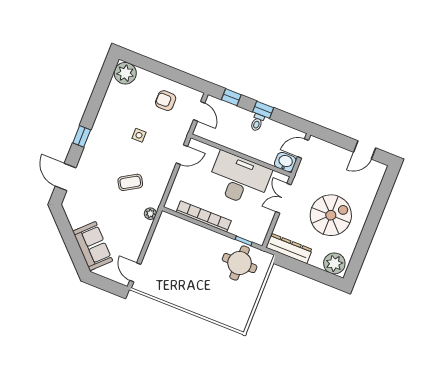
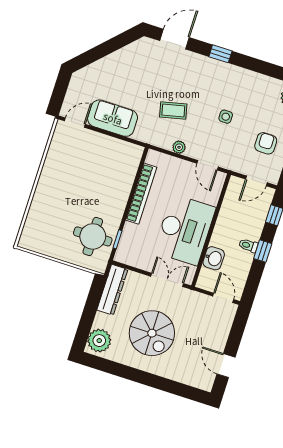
washbasin: (285, 162) -> (214, 258), moved
coffee table: (130, 182) -> (173, 110), turned -72
plant: (150, 214) -> (179, 147), moved
sofa: (93, 246) -> (113, 118), moved, turned -135

